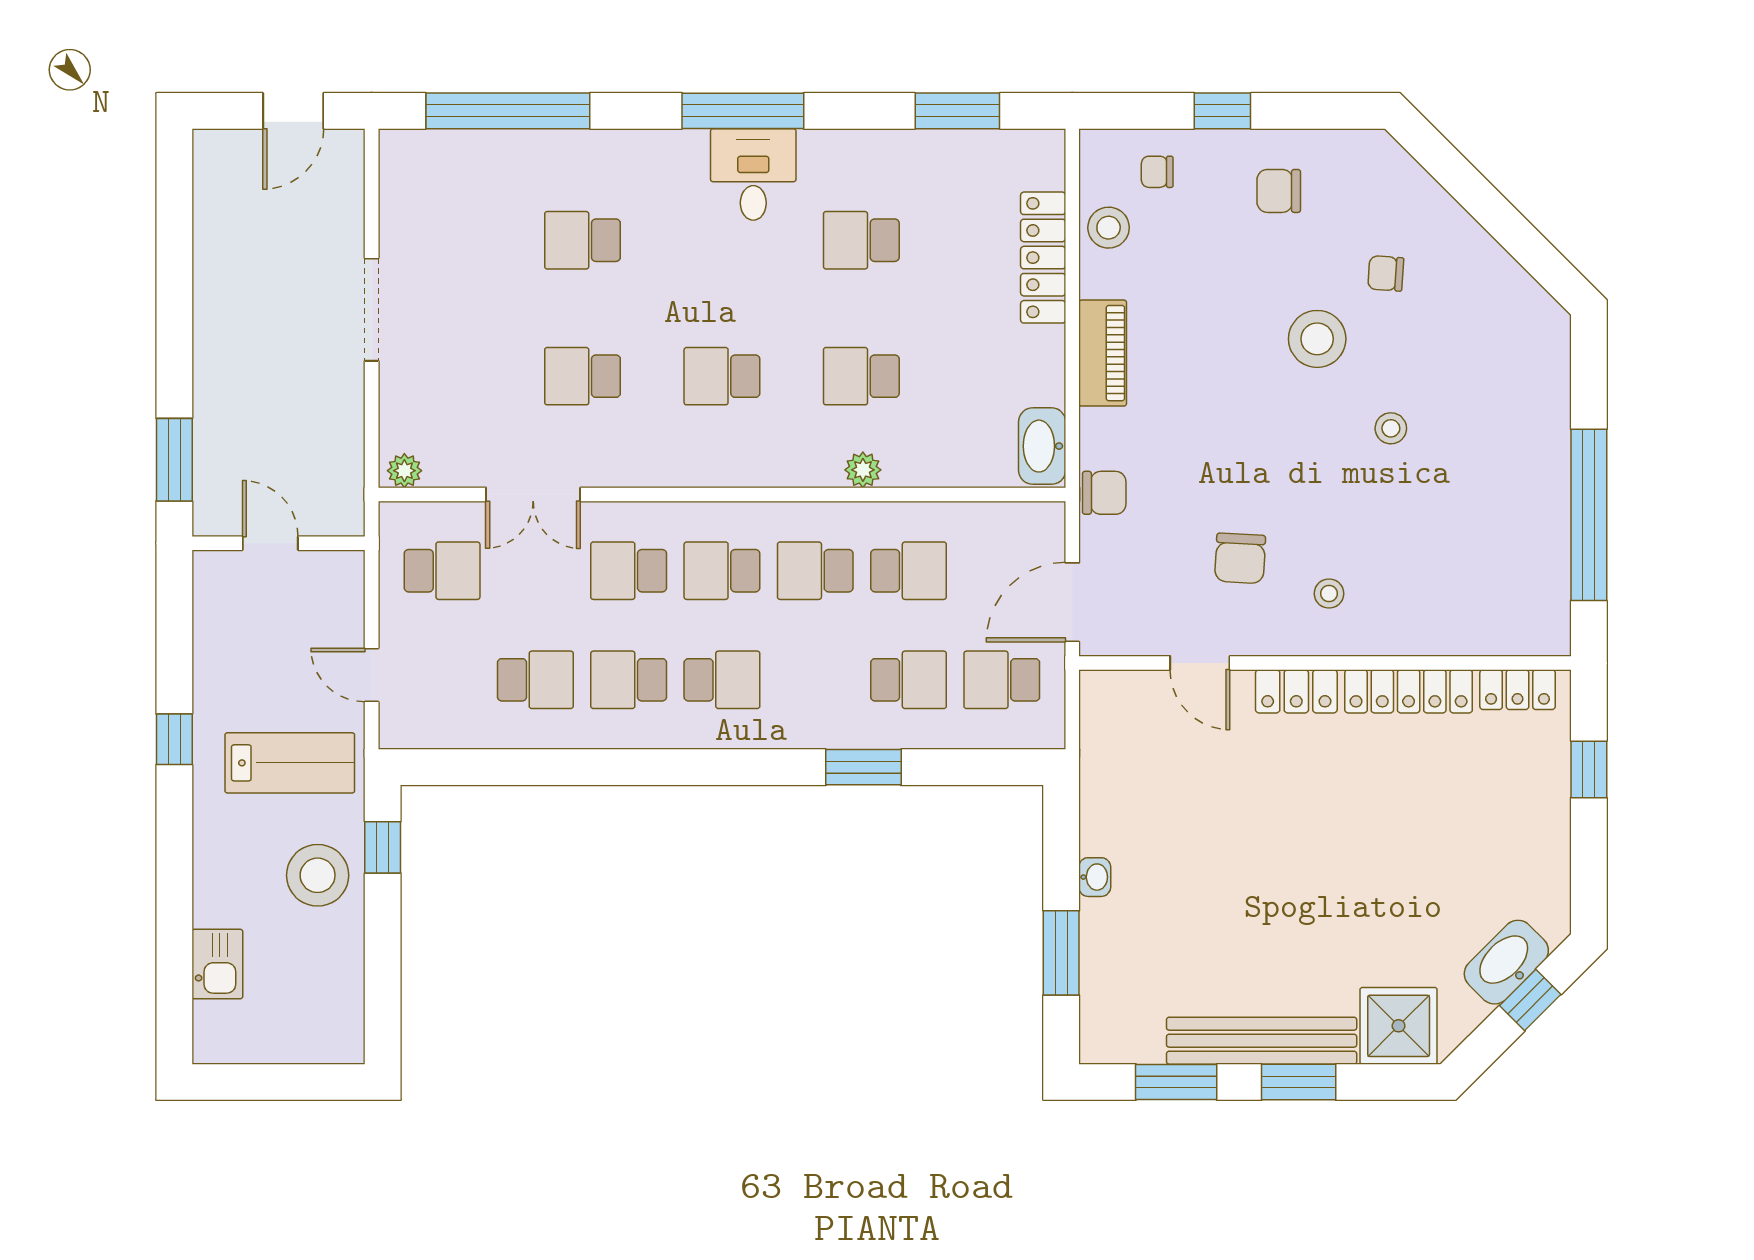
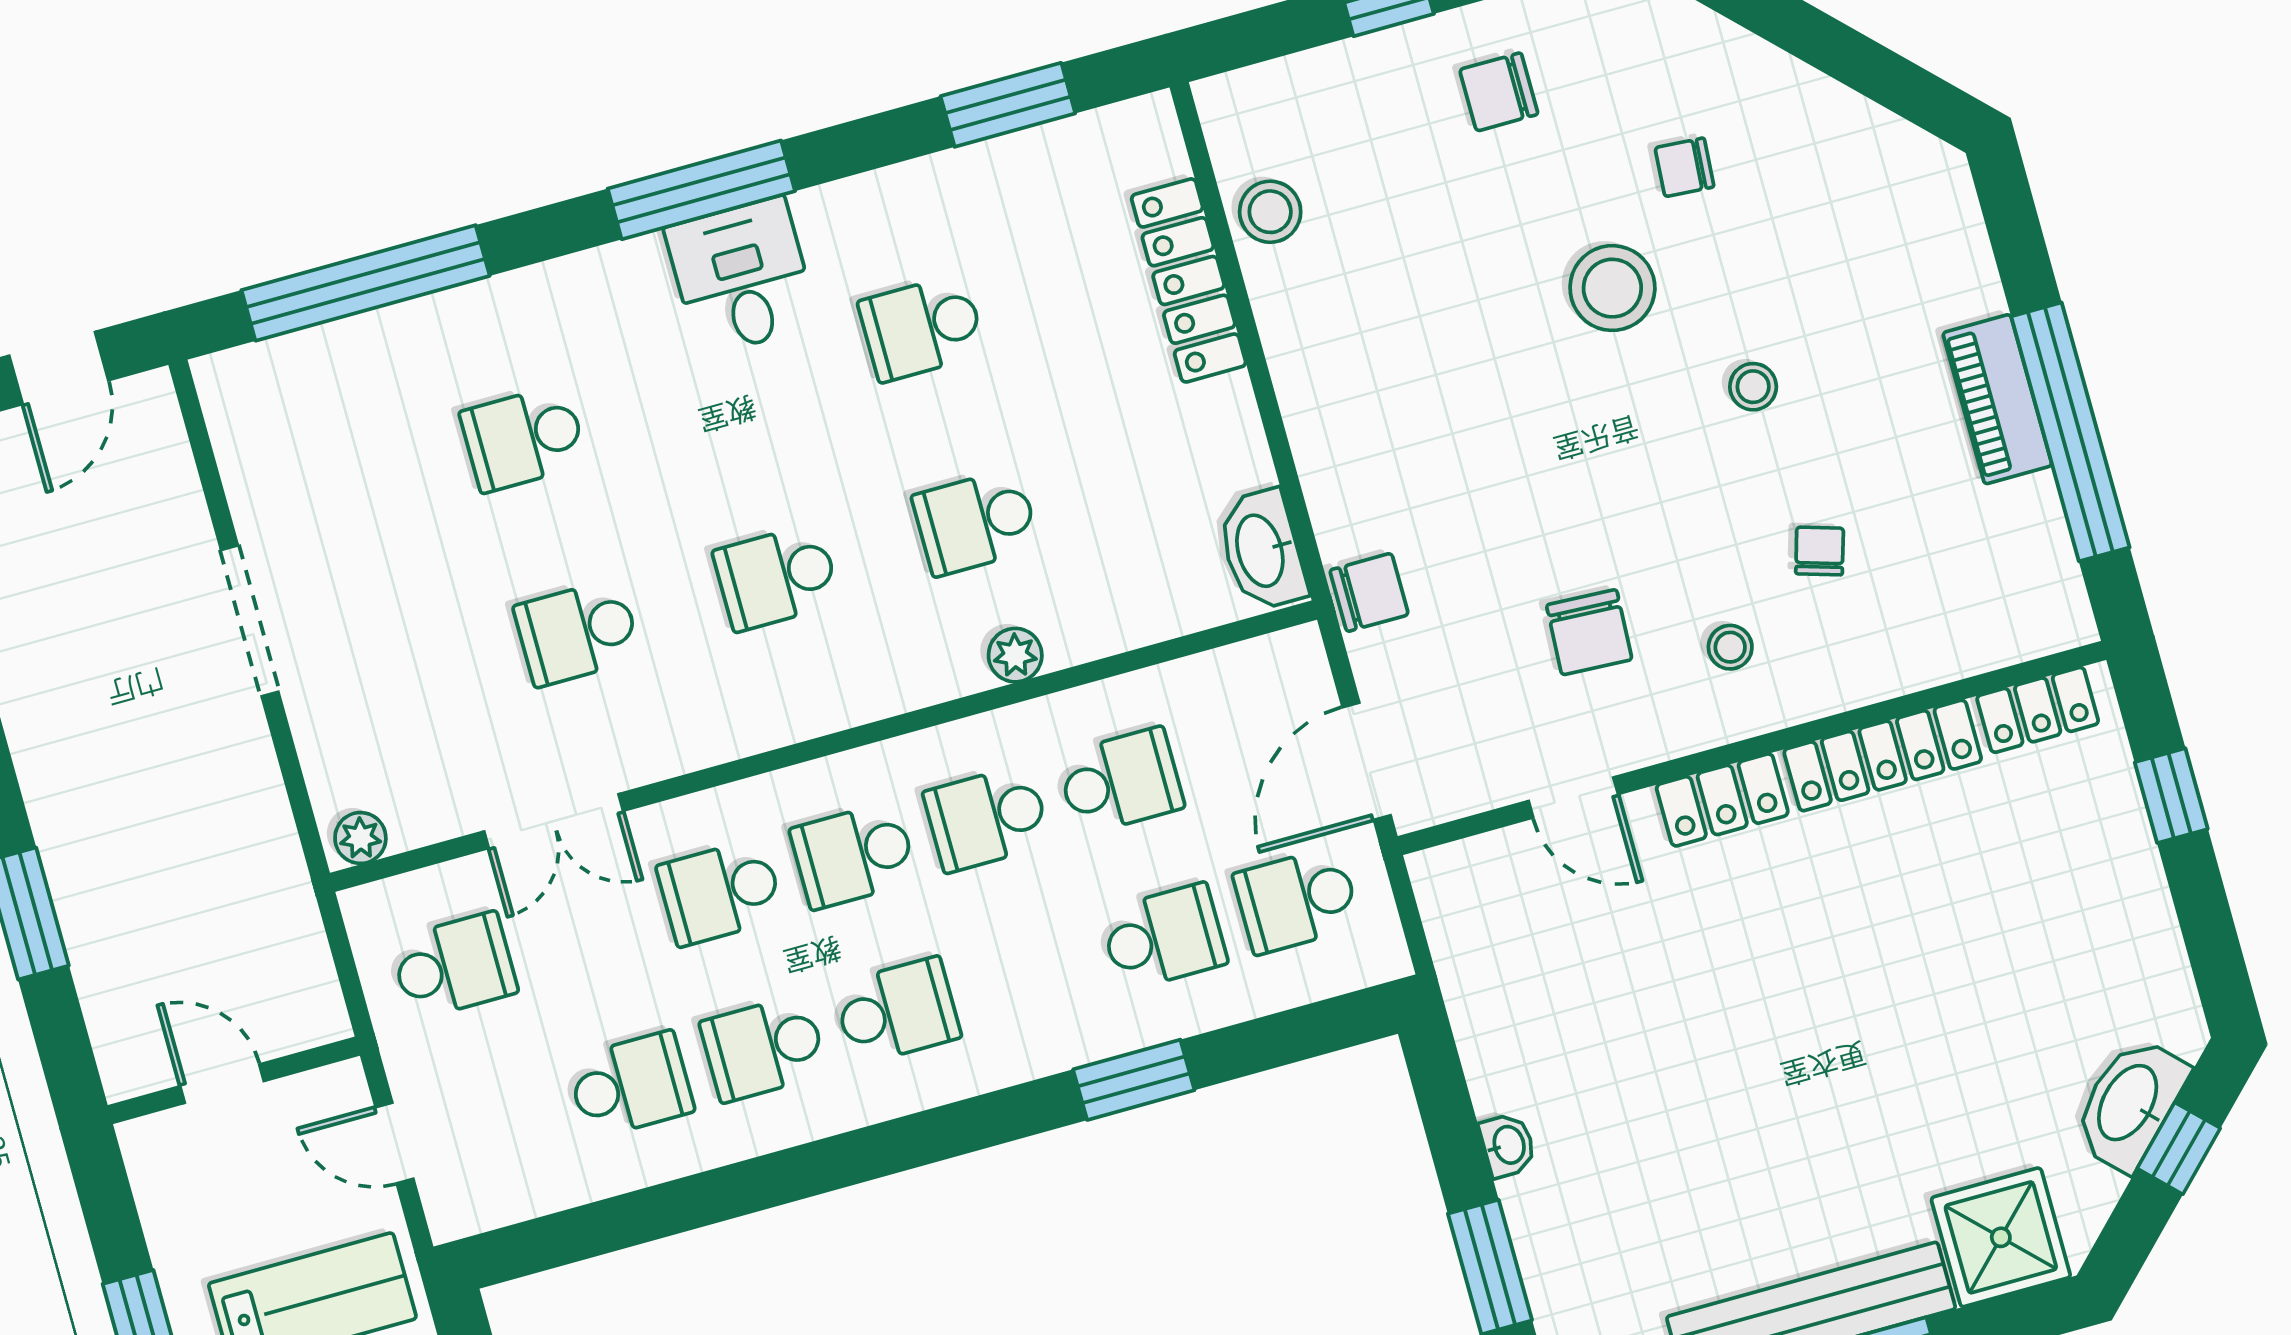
chair: (1157, 172) -> (1820, 551), moved, turned 107
piano: (1103, 353) -> (1997, 399), moved, turned 180
door: (270, 543) -> (222, 1084), moved
wall: (278, 543) -> (234, 1080), moved

